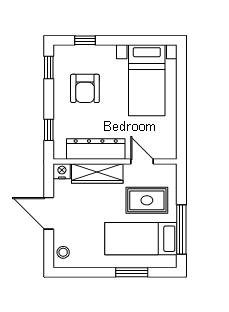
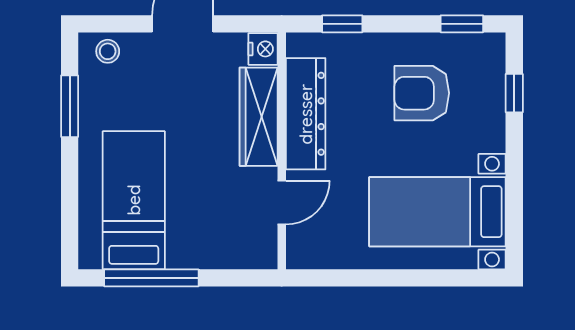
rug: (147, 200) -> (207, 212), removed
window: (132, 272) -> (70, 106), moved

